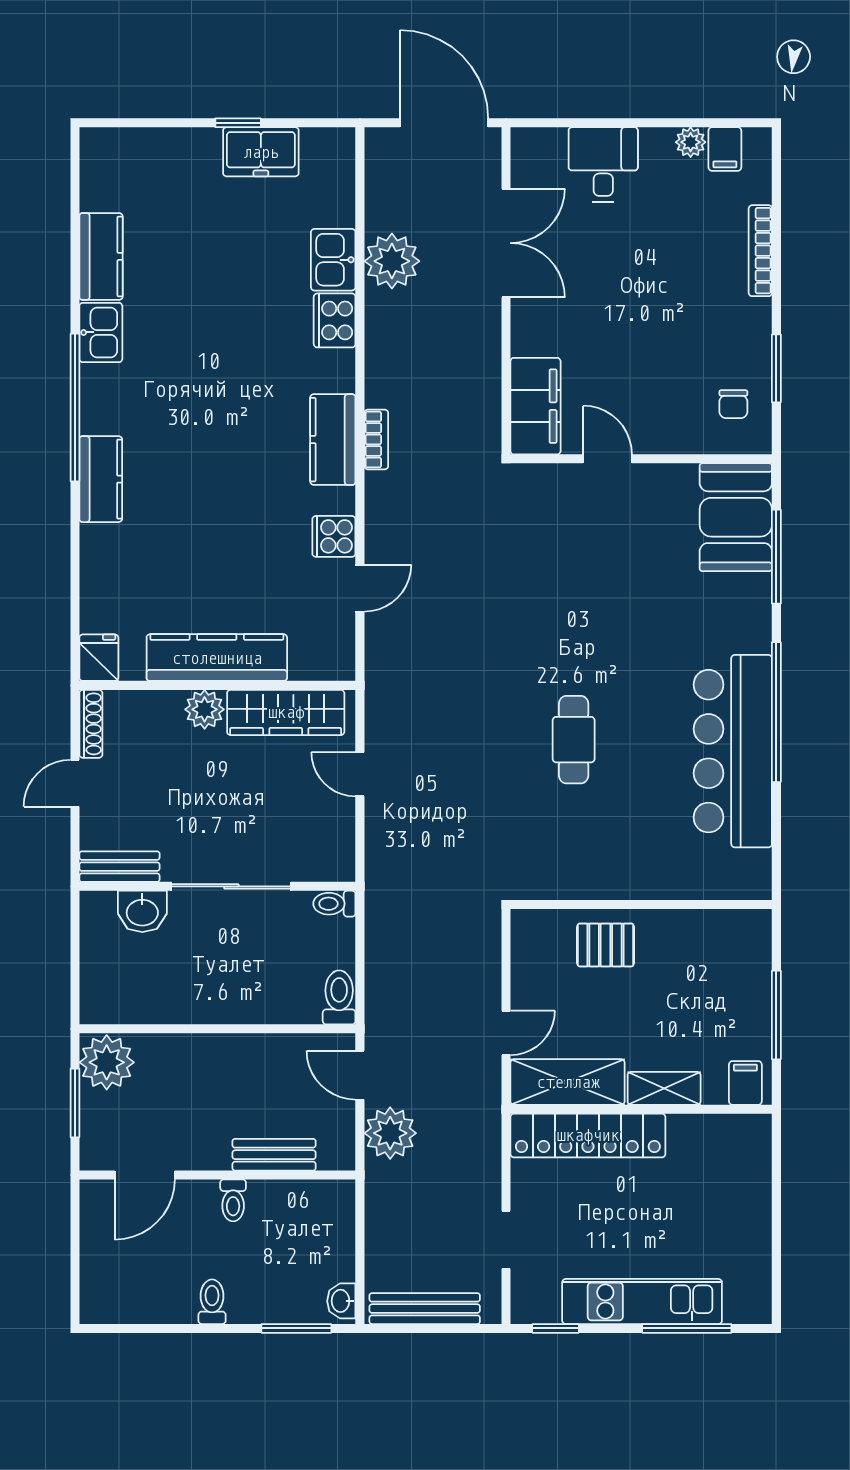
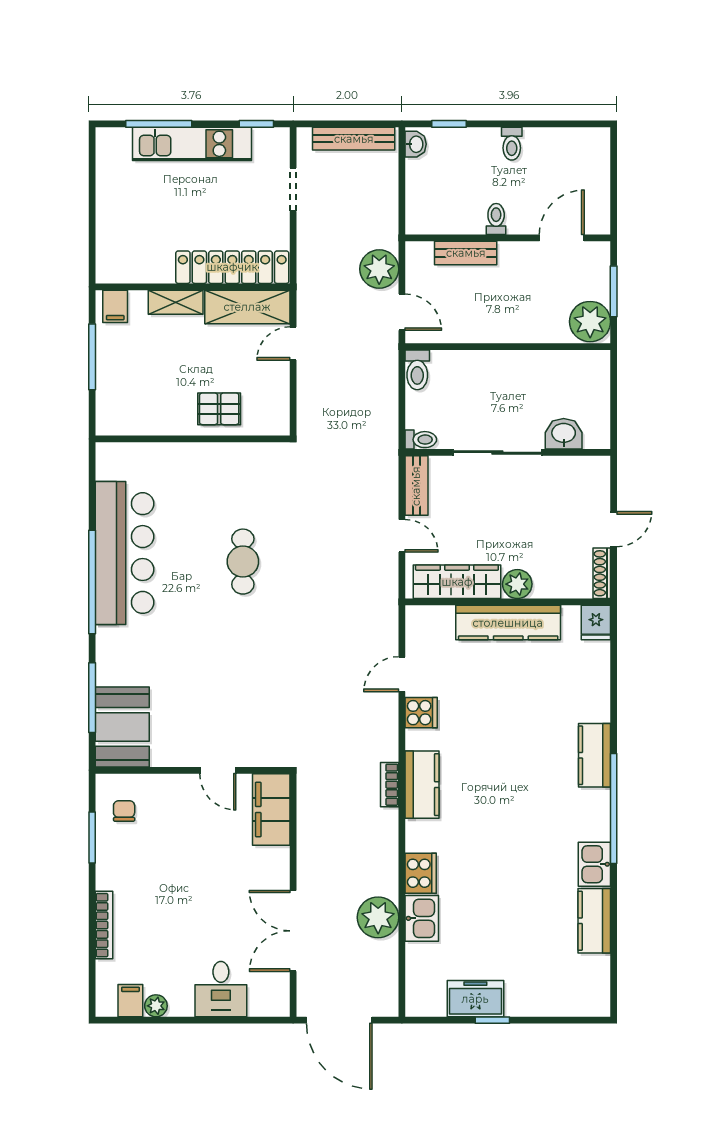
bench: (119, 867) -> (416, 486), moved, turned 90
window: (296, 1328) -> (449, 124), width x0.67

